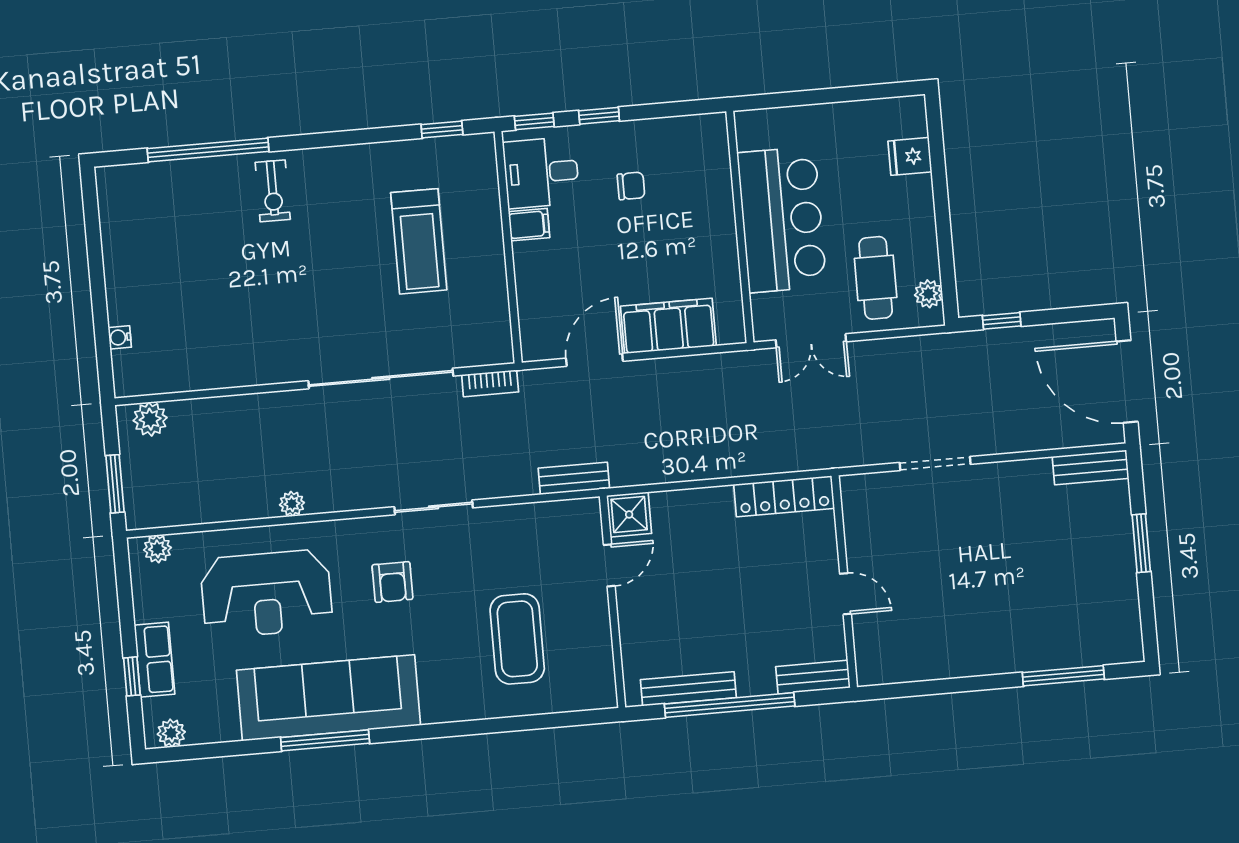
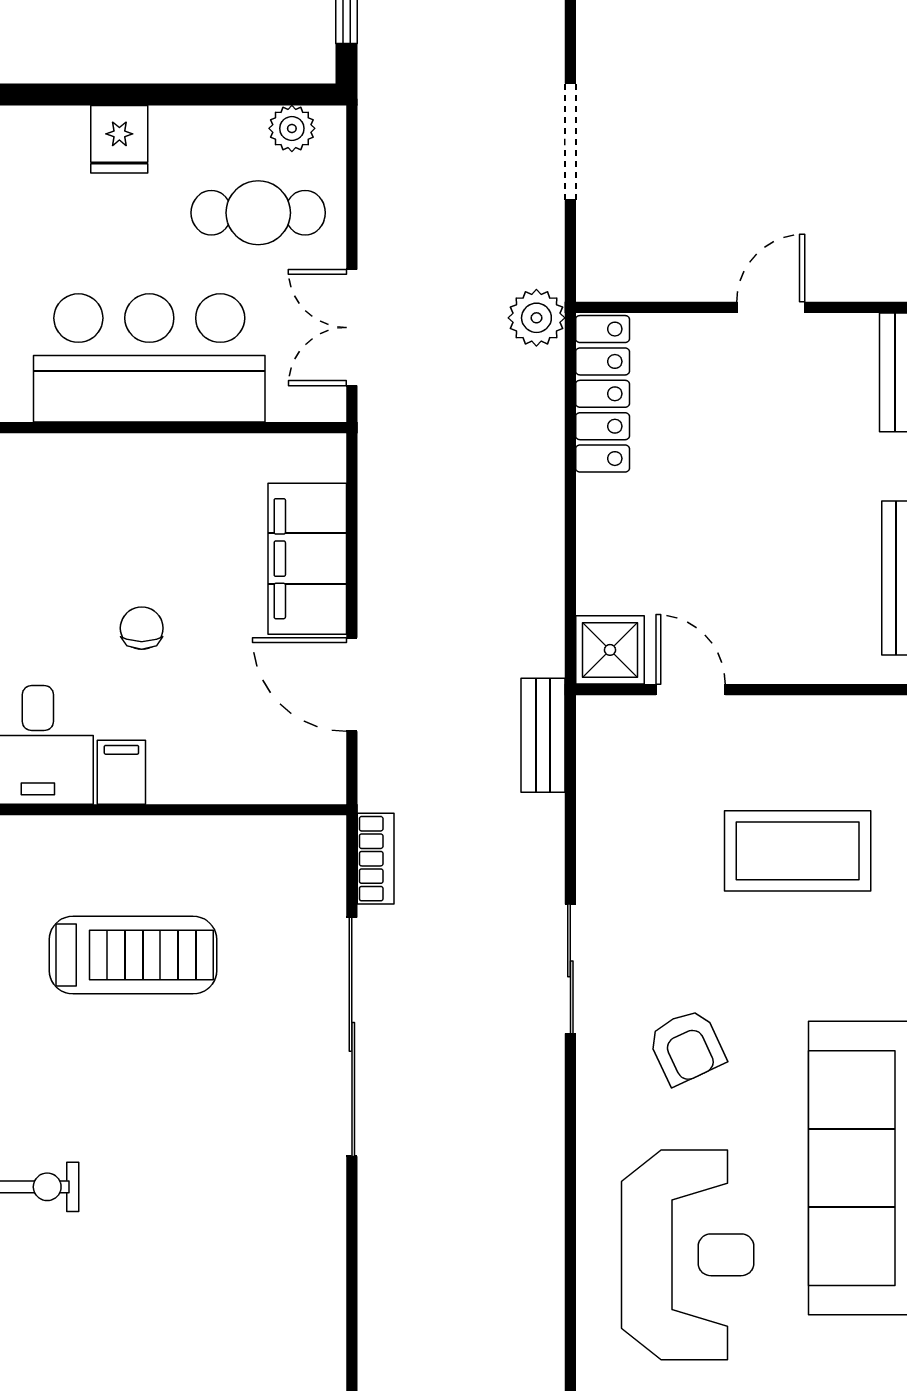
fridge: (910, 156) -> (119, 139), moved
chair: (631, 186) -> (142, 628), moved
double door: (811, 341) -> (352, 328), swing flipped
plant: (292, 504) -> (536, 318), moved, width x1.38, depth x1.38
armchair: (392, 582) -> (687, 1047), turned 65

